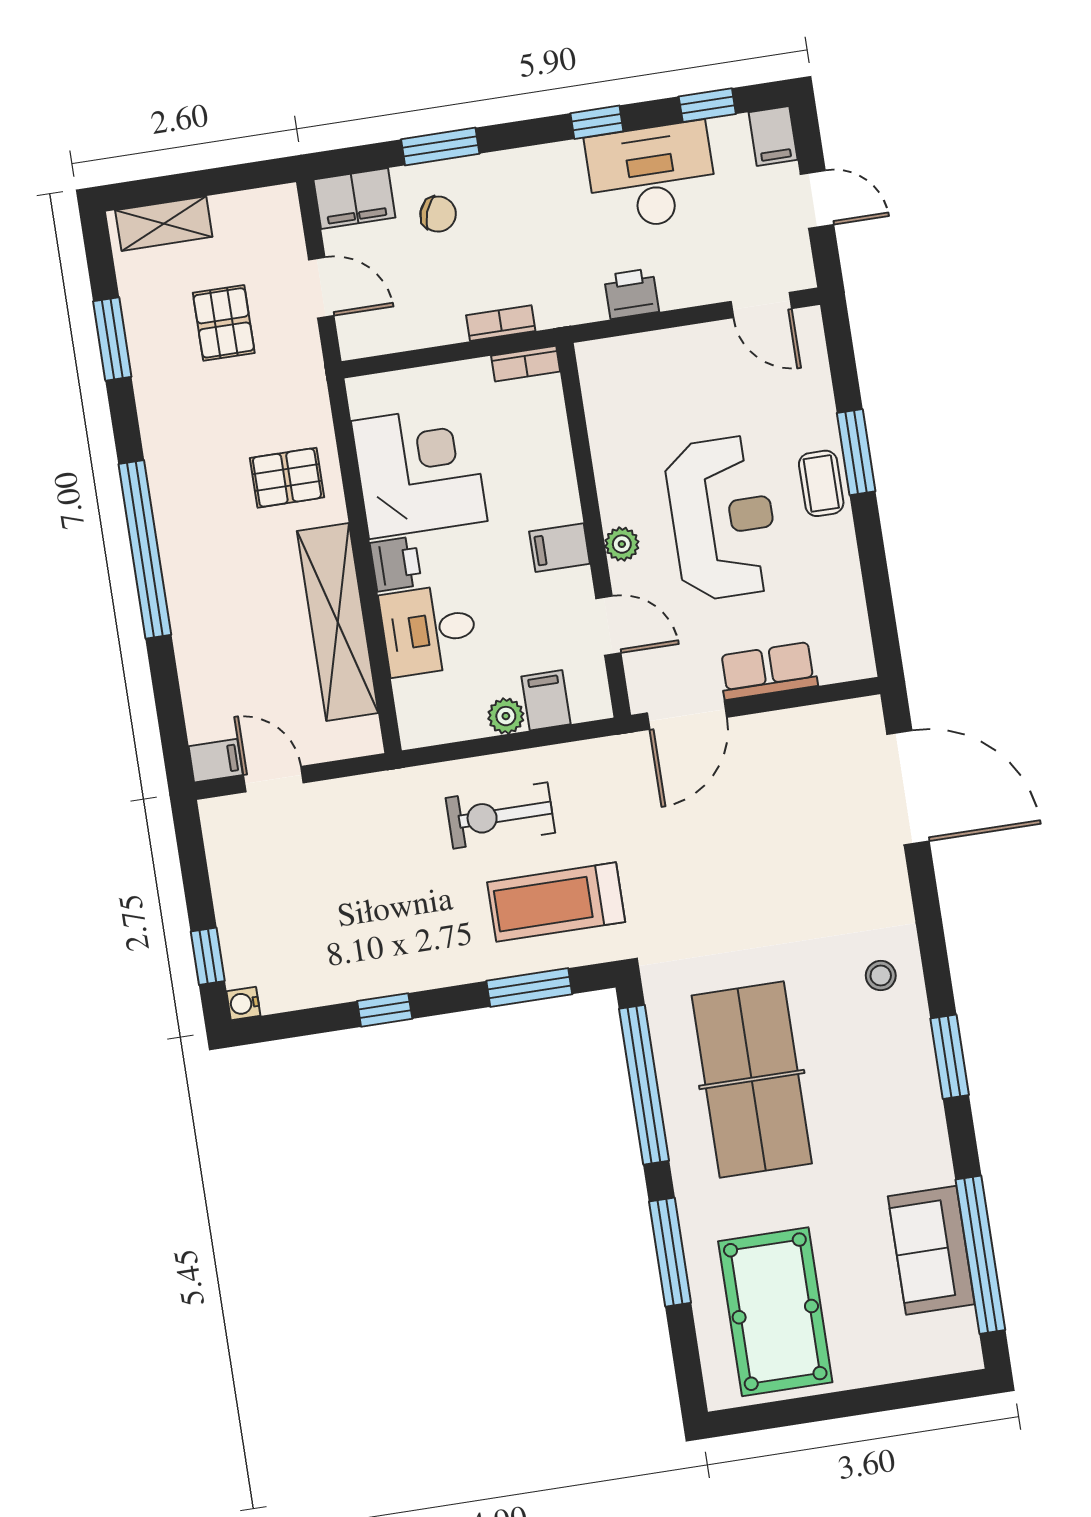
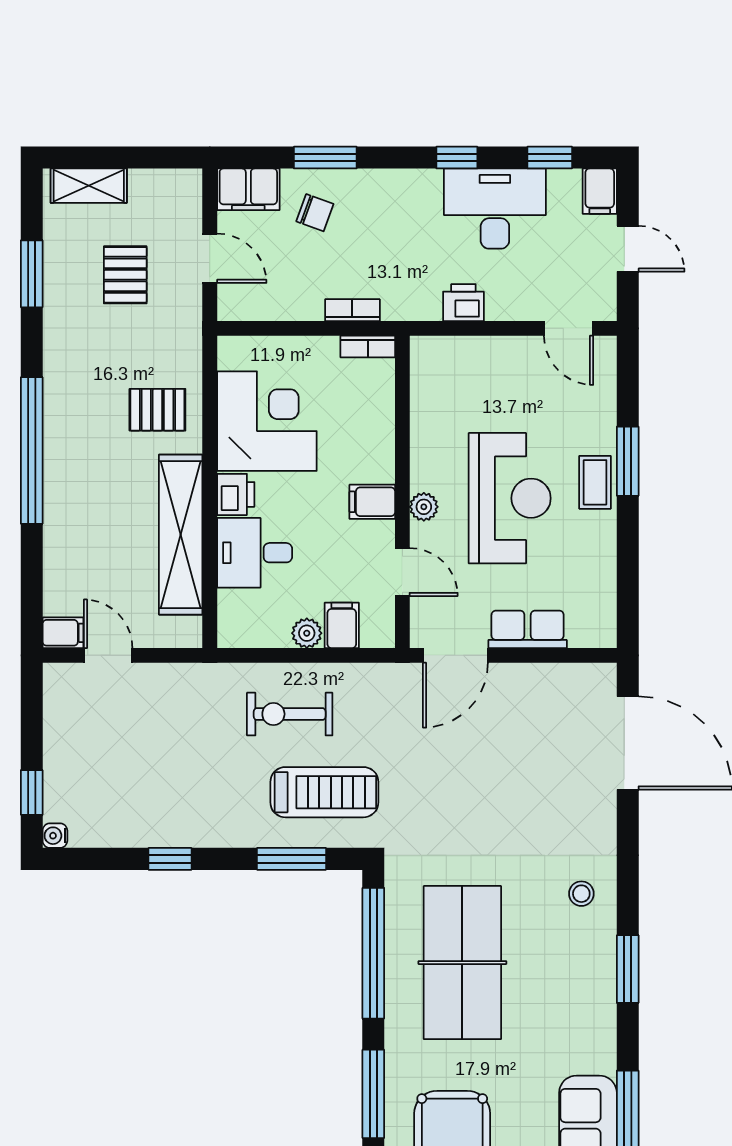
treadmill: (556, 902) -> (324, 792), turned 180

